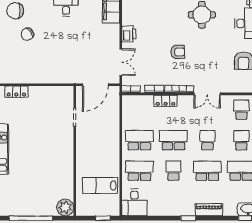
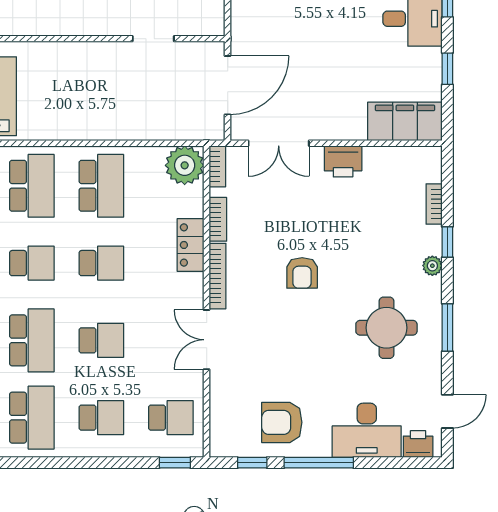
door: (95, 85) -> (228, 85), swing flipped
plant: (130, 104) -> (185, 165), added
school desk: (173, 140) -> (101, 263), width x0.54

